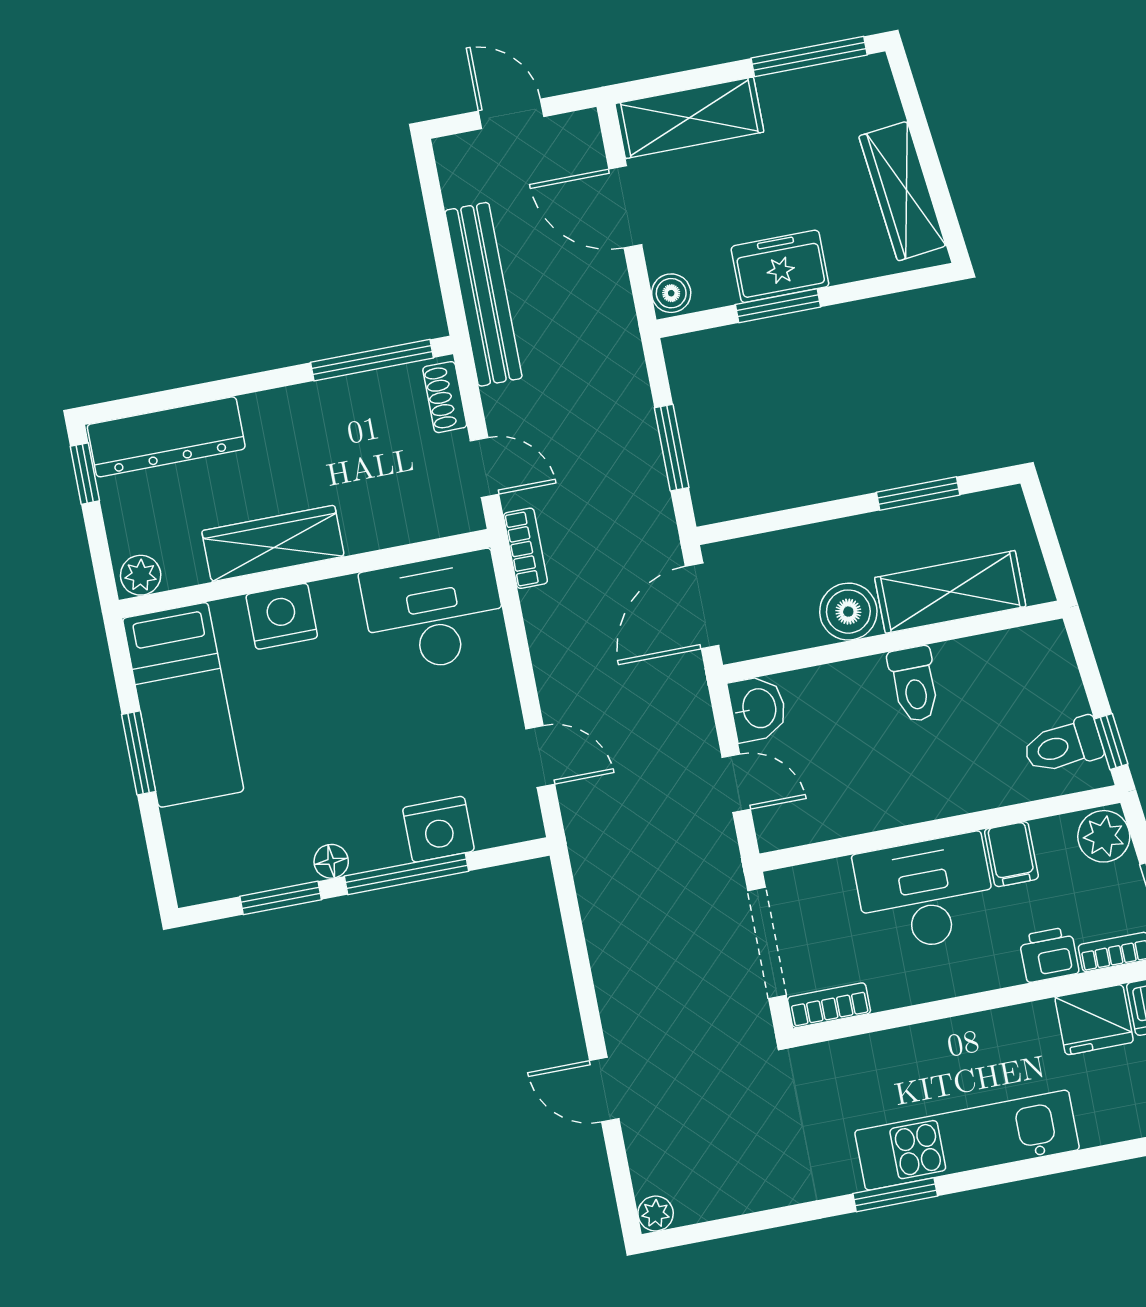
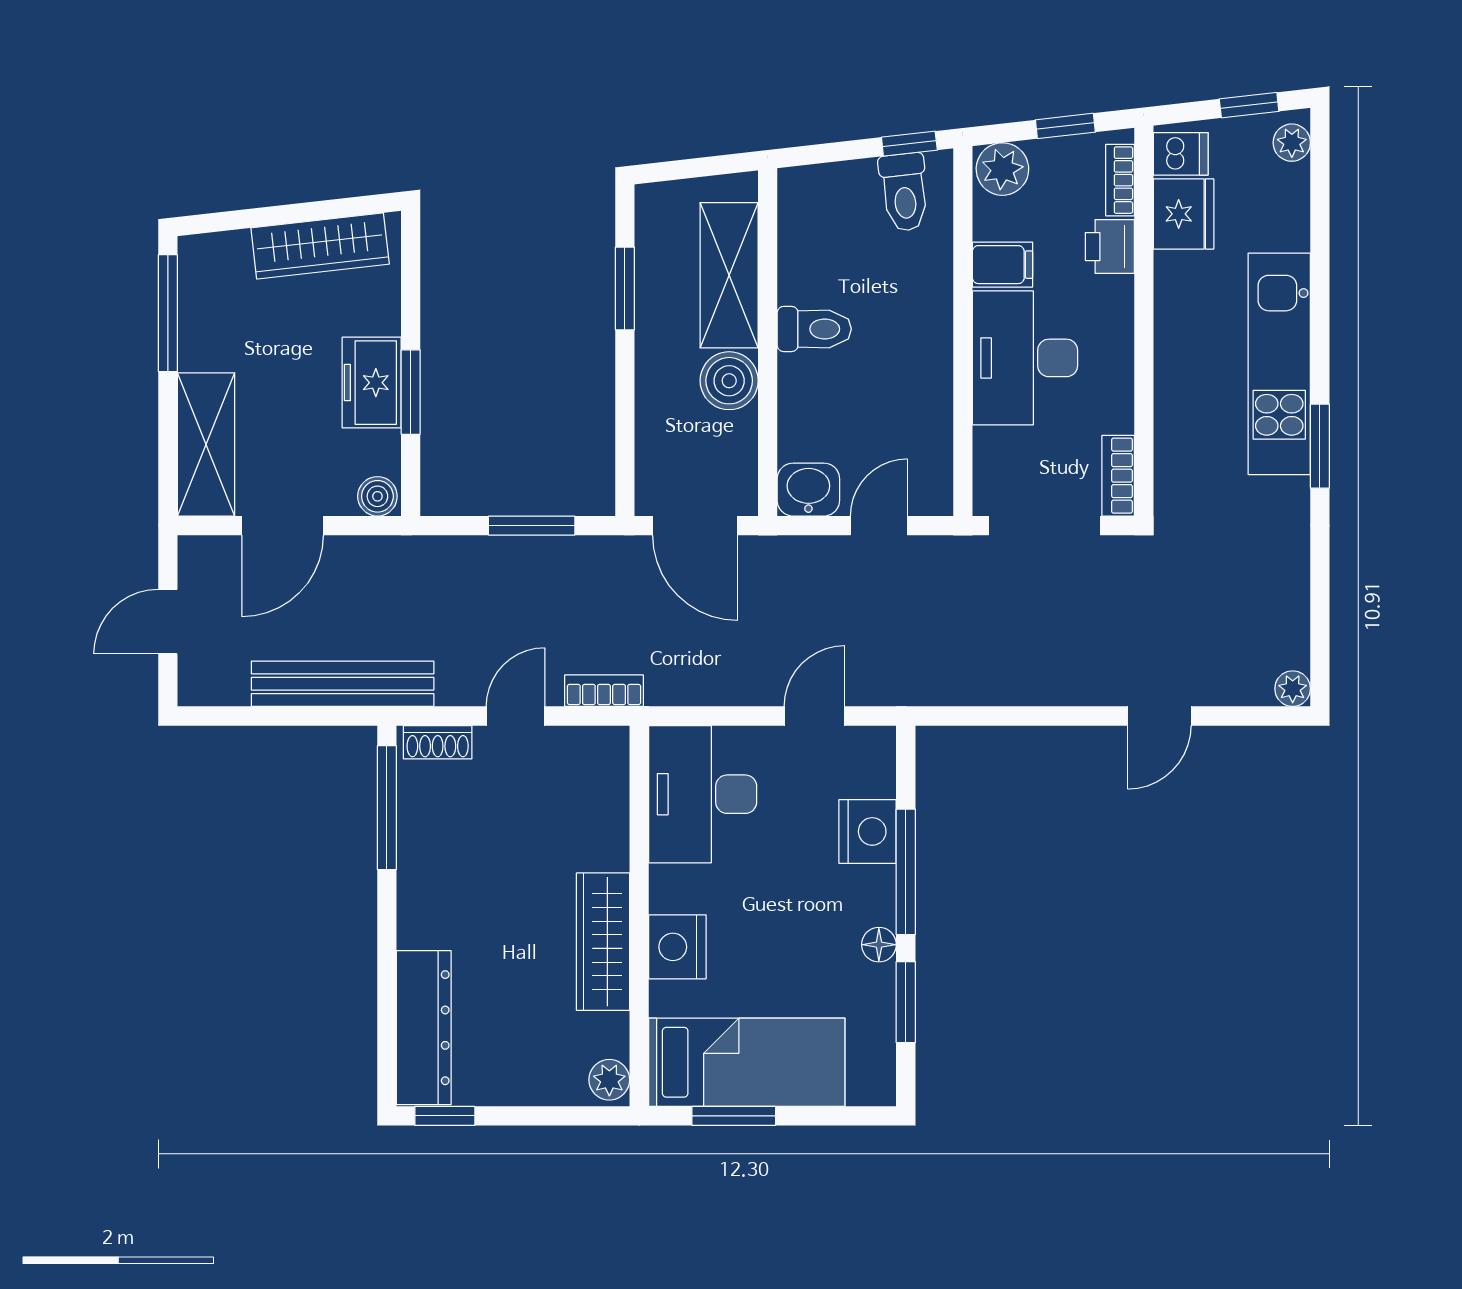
wardrobe: (273, 543) -> (603, 942), moved
wall: (305, 574) -> (639, 916), moved
plant: (141, 575) -> (609, 1080), moved
desk: (434, 612) -> (703, 794), moved
nightstand: (282, 616) -> (677, 947), moved
bed: (183, 705) -> (747, 1062), moved

